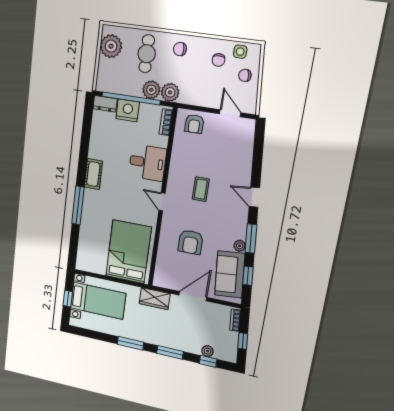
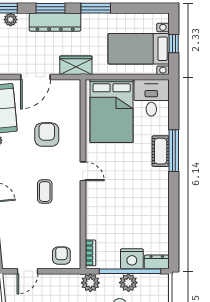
plant: (151, 90) -> (128, 283), moved
door: (230, 113) -> (28, 271), hinge flipped
desk: (148, 163) -> (151, 98), moved, turned 90
cot: (93, 174) -> (161, 151), moved
dresser: (168, 340) -> (55, 22), added

